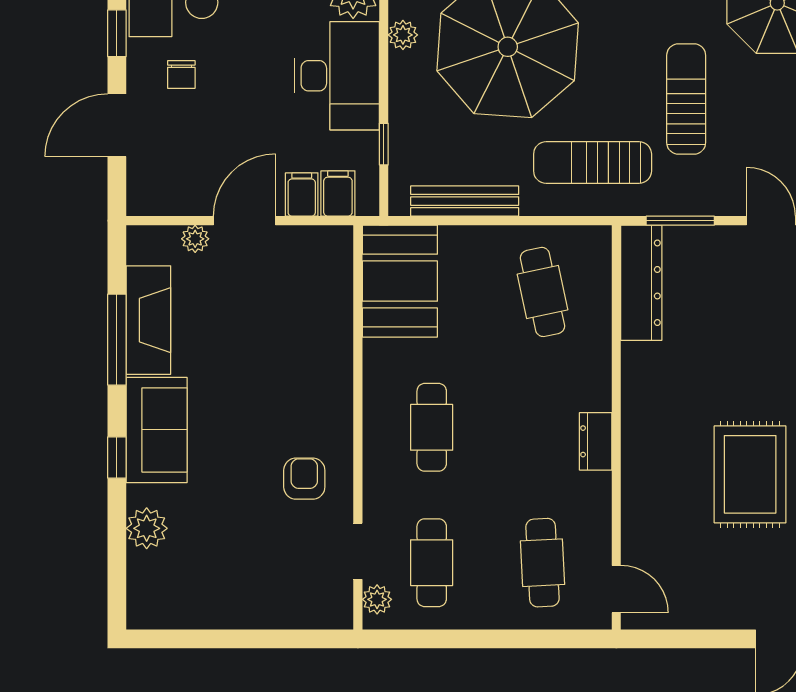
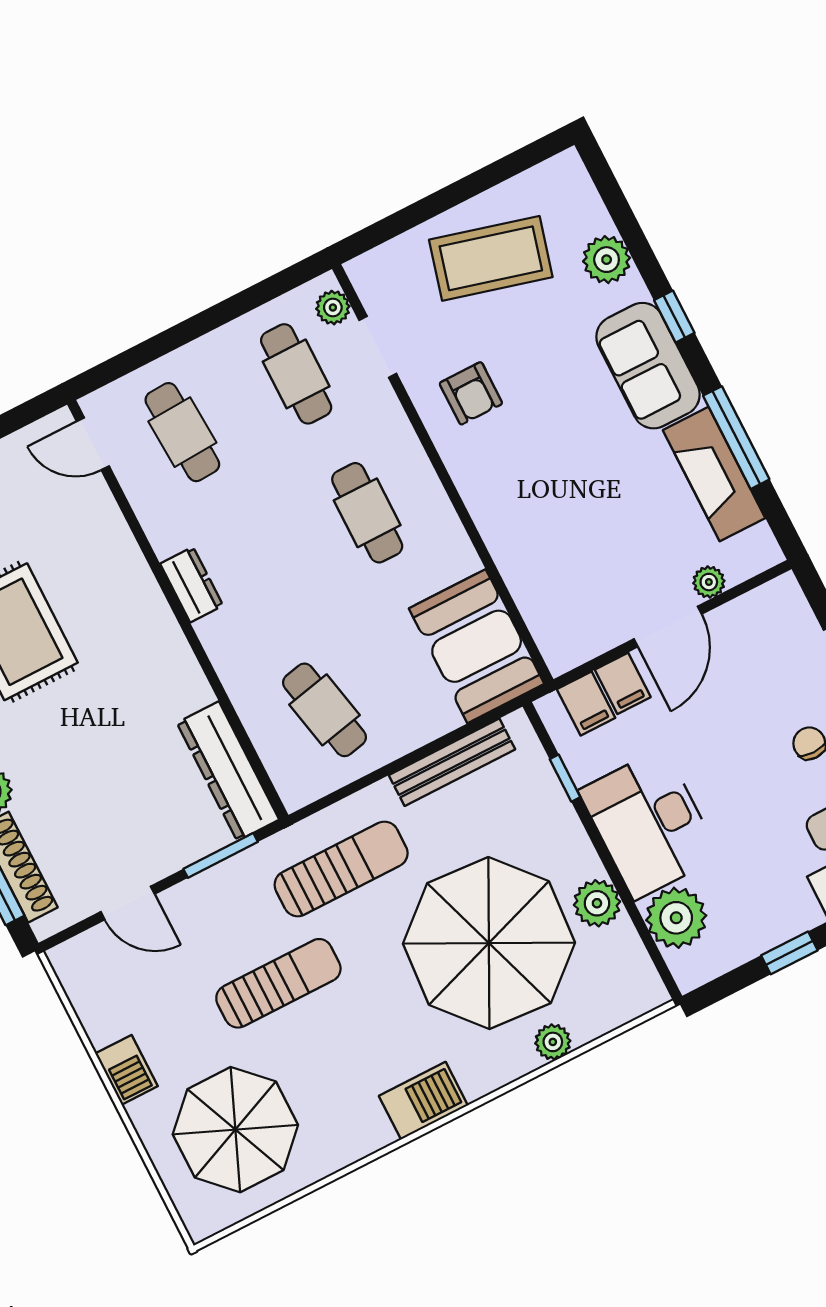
plant: (403, 35) -> (597, 903), width x1.38, depth x1.38
sun lounger: (686, 99) -> (278, 983), turned -90
coffee table: (236, 575) -> (491, 258), added

